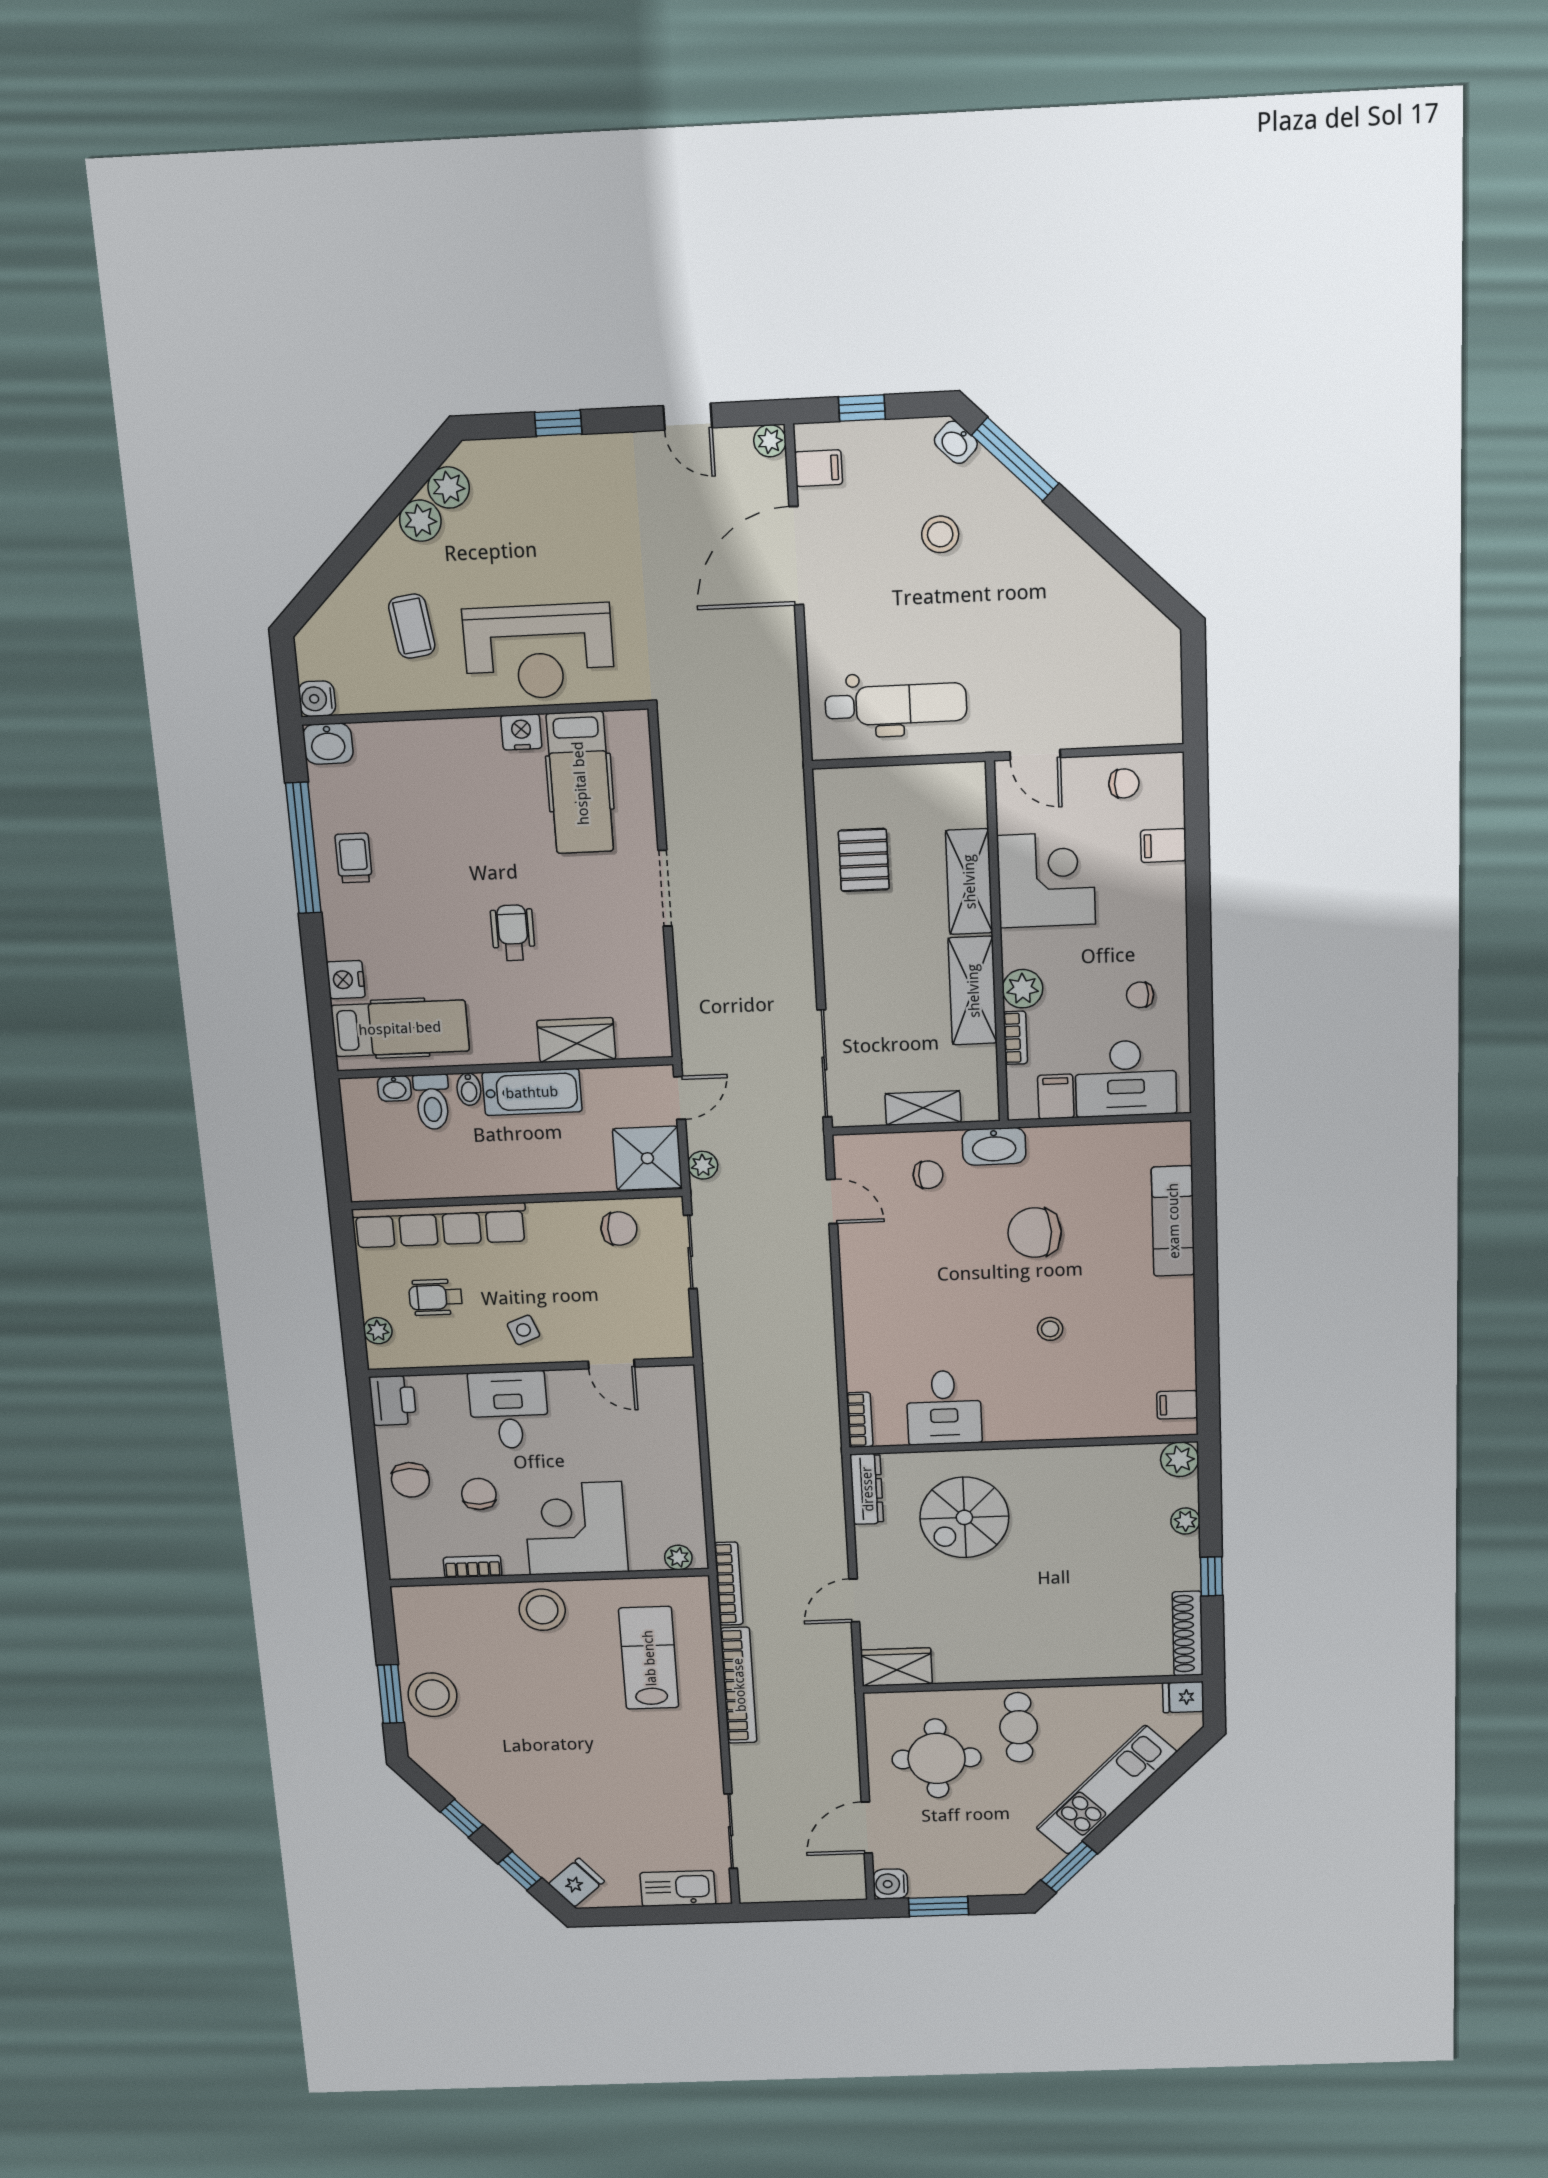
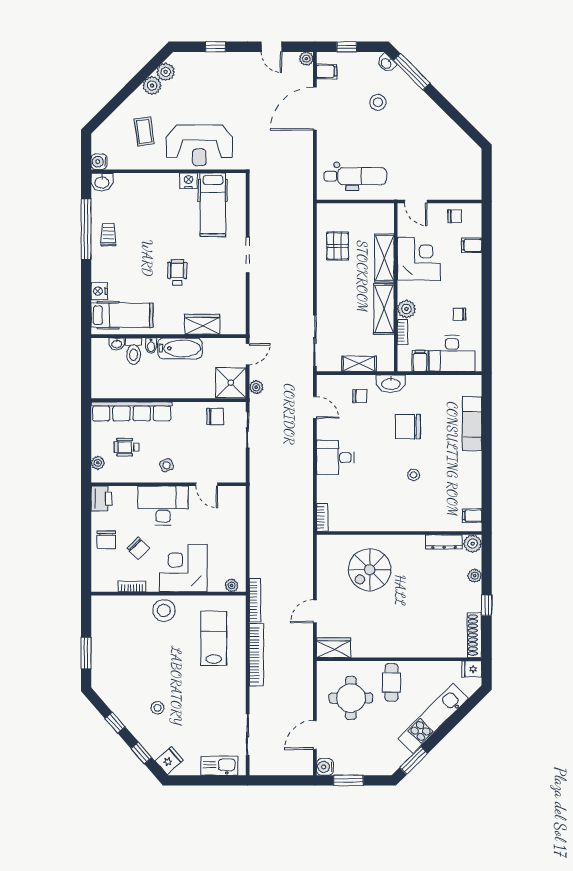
desk: (944, 1408) -> (335, 458), moved, turned 90
desk: (509, 1410) -> (163, 506), width x1.37
dresser: (867, 1489) -> (444, 542), moved, turned 90
chair: (479, 1494) -> (138, 548), turned 136
stool: (433, 1695) -> (157, 708), moved, width x0.53, depth x0.53

